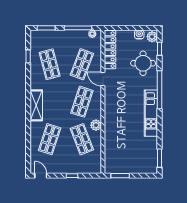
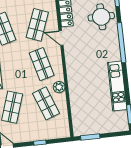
shop shelf: (82, 102) -> (42, 64), turned -33
kitchen unit: (151, 113) -> (117, 86), moved

